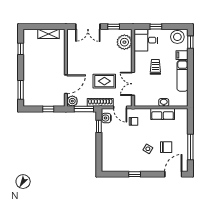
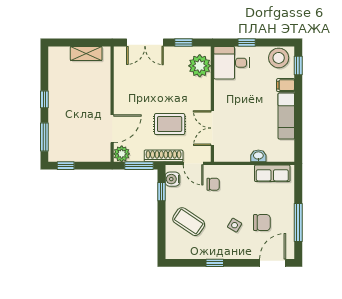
window: (21, 49) -> (44, 99), moved
trolley: (155, 67) -> (246, 103), removed
window: (48, 109) -> (66, 166), moved
row of seats: (163, 114) -> (272, 173), moved
coffee table: (117, 146) -> (189, 222), added

